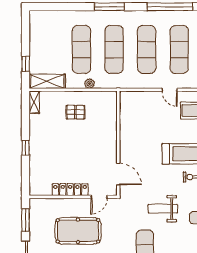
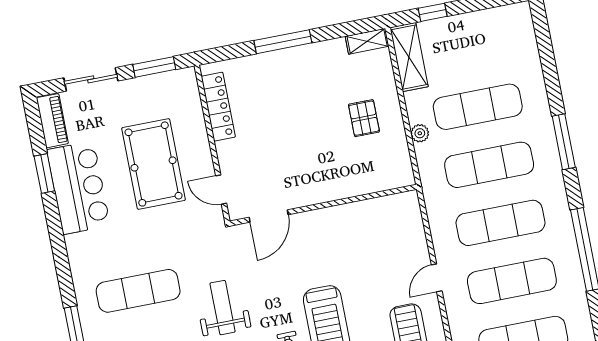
window: (26, 148) -> (283, 42), width x2.17
locker: (70, 190) -> (218, 107), moved

